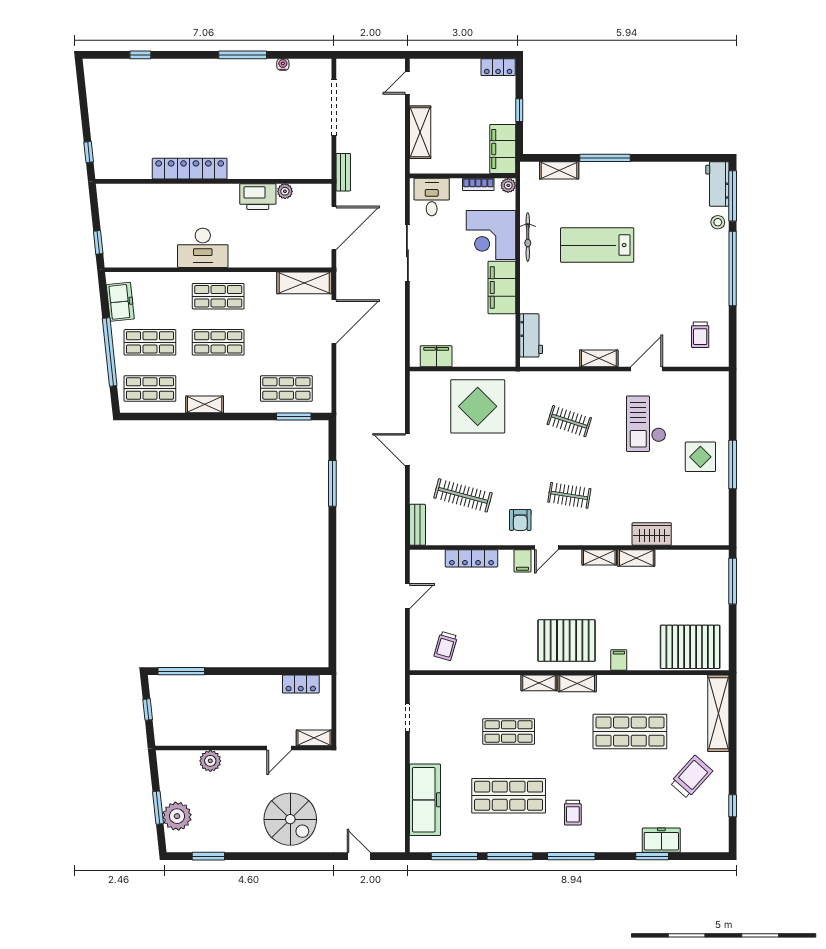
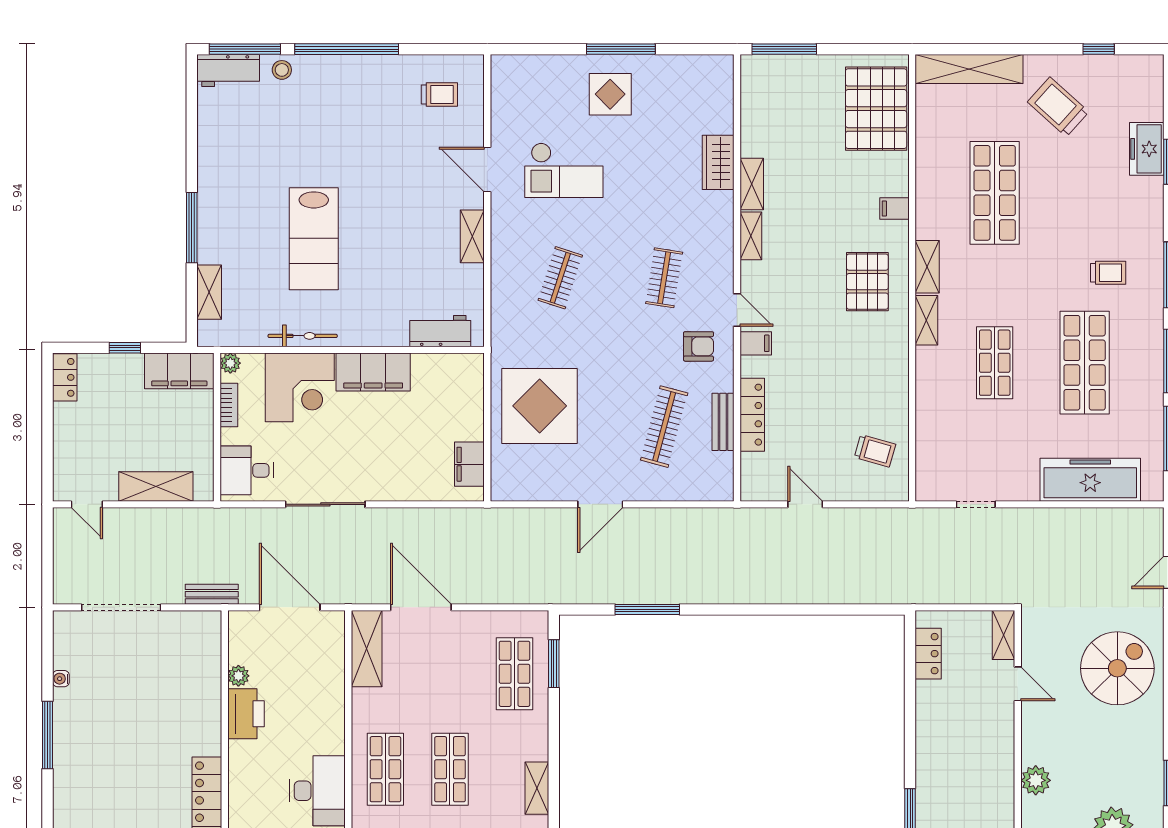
bench: (417, 525) -> (723, 422), moved, turned 90
pallet: (567, 641) -> (867, 282), width x0.73, depth x0.71

